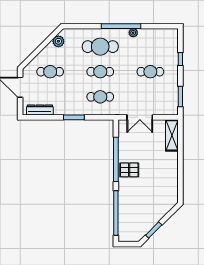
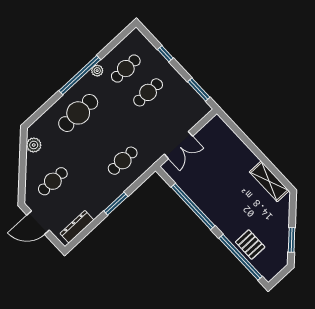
cafe table: (100, 72) -> (126, 69), moved
shelving: (172, 135) -> (269, 181), moved
pallet: (129, 170) -> (250, 245), moved, turned 90

